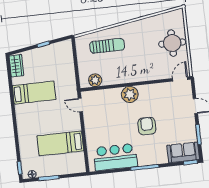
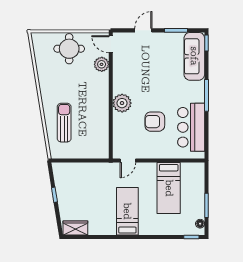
plant: (95, 80) -> (102, 64), moved
bed: (34, 93) -> (127, 211), moved
armchair: (147, 126) -> (155, 122), moved
sofa: (183, 152) -> (194, 56), width x1.36

